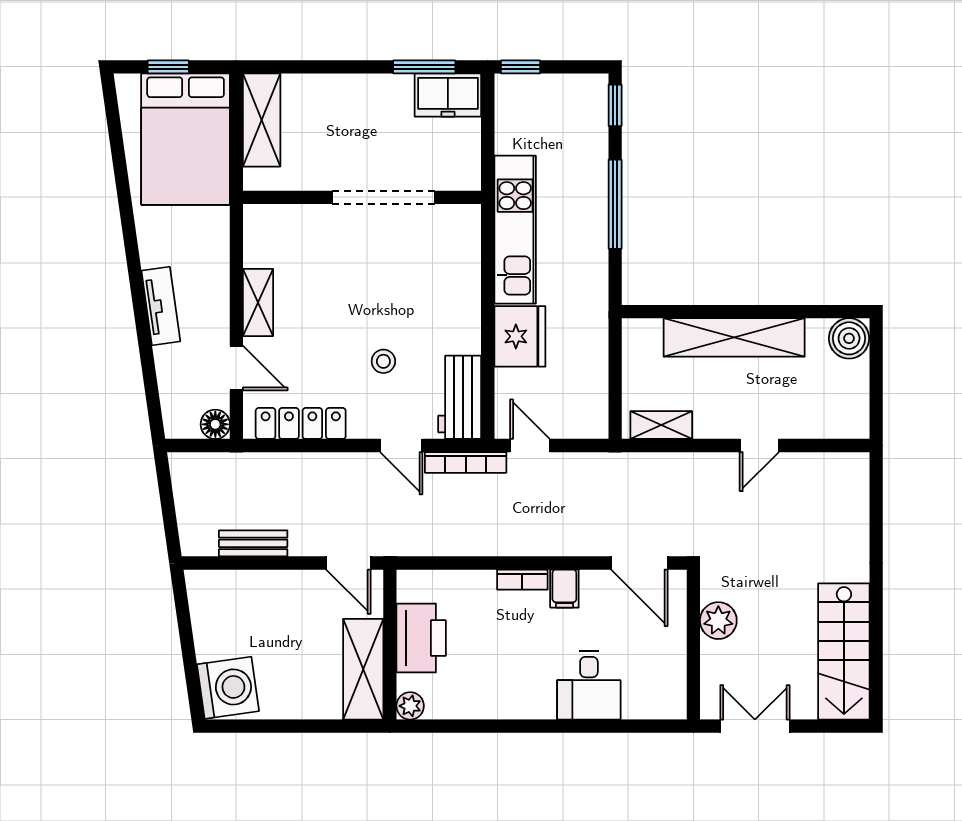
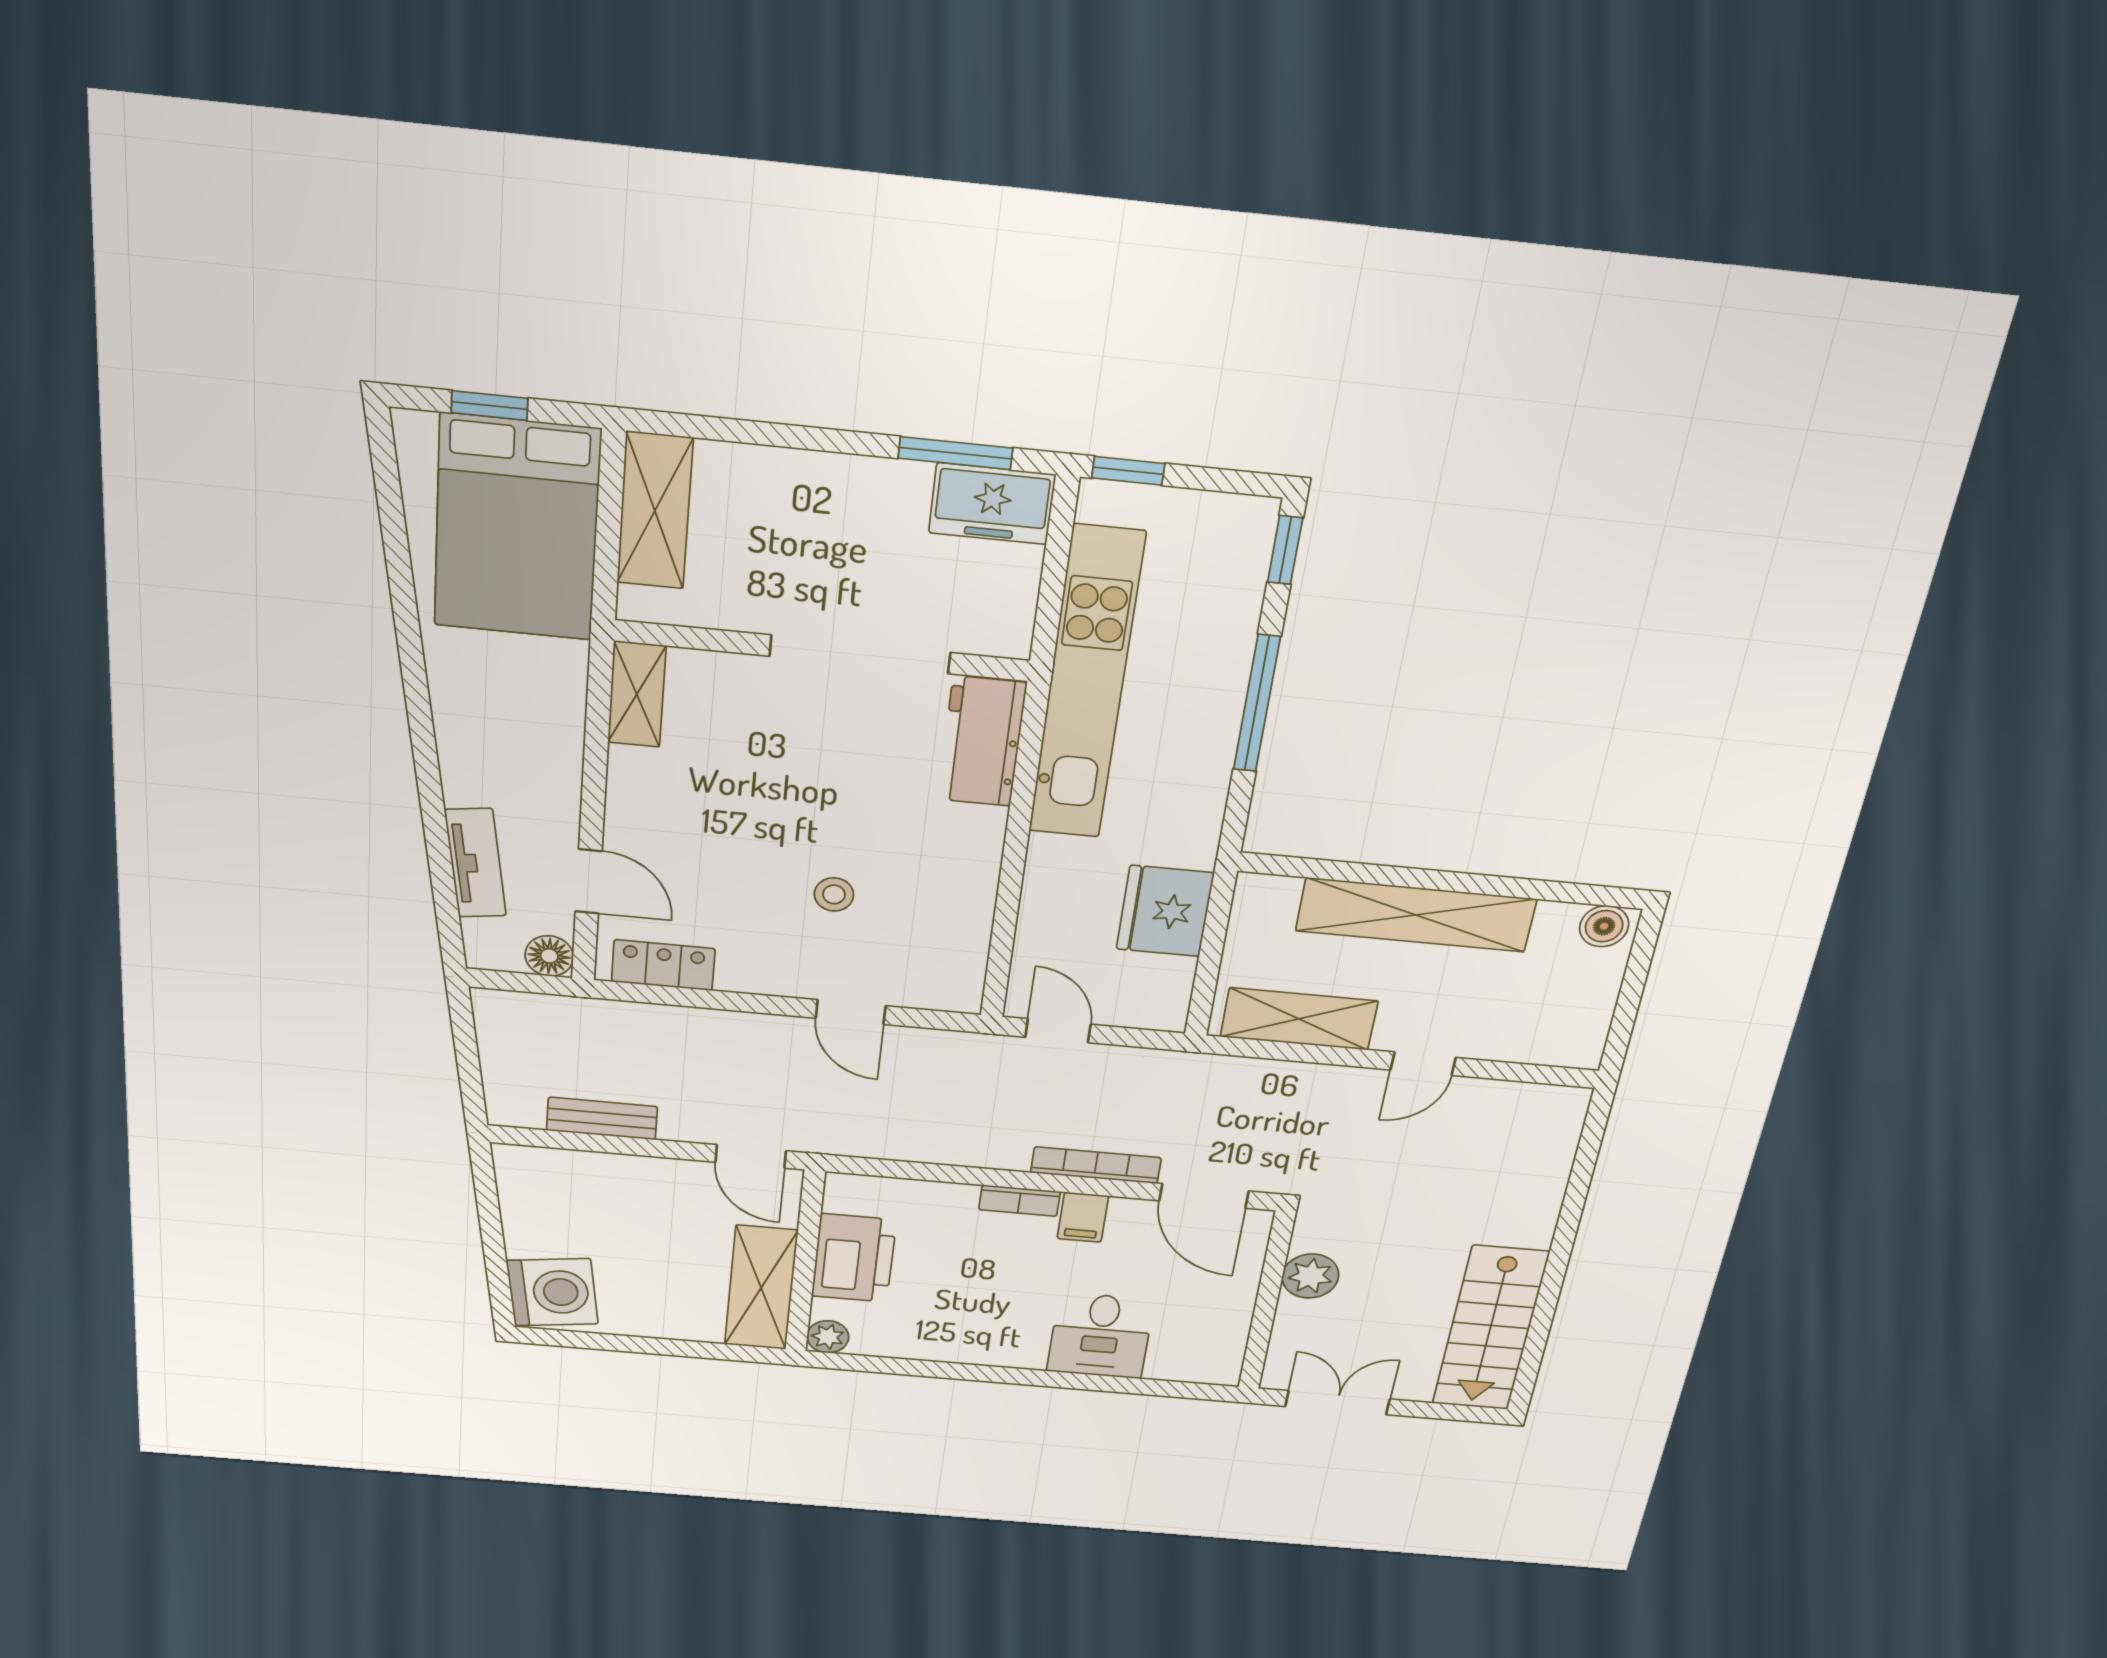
kitchen unit: (515, 230) -> (1086, 685), width x1.36
shelving: (258, 302) -> (637, 694), moved
tv unit: (161, 306) -> (475, 863), moved
fridge: (520, 336) -> (1165, 911), moved, turned 180
boiler: (849, 338) -> (1604, 926), width x0.73, depth x0.73
workbench: (460, 397) -> (982, 741), moved
locker: (301, 423) -> (663, 965), width x0.66
shelving: (661, 425) -> (1299, 1019), width x1.50, depth x1.33
bookcase: (466, 462) -> (1096, 1165), moved, turned 180

